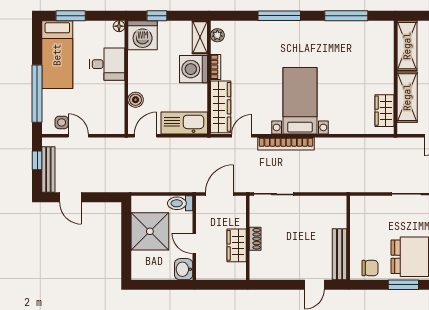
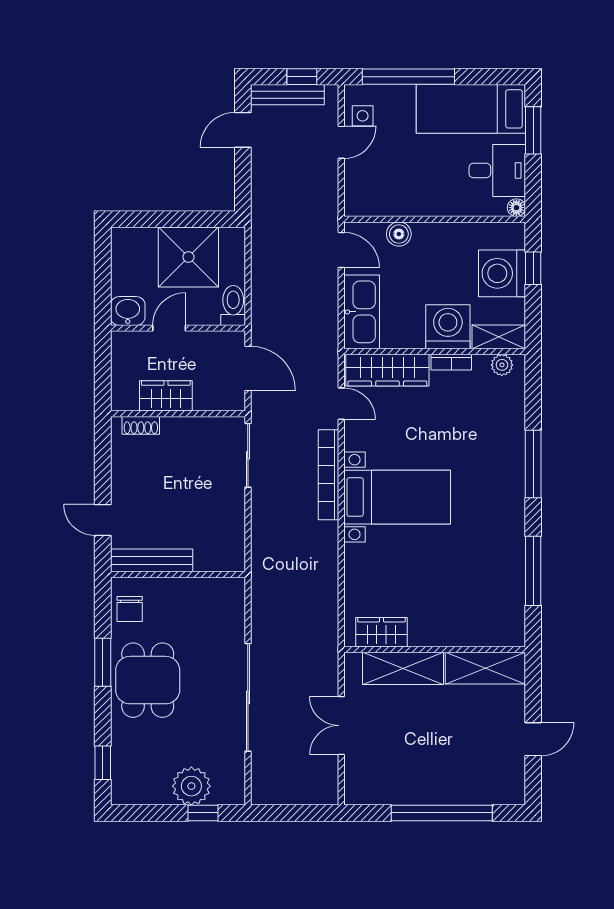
washing machine: (143, 35) -> (502, 273), moved
desk: (107, 64) -> (497, 170), moved, turned -90
shoe rack: (255, 239) -> (141, 425), moved

